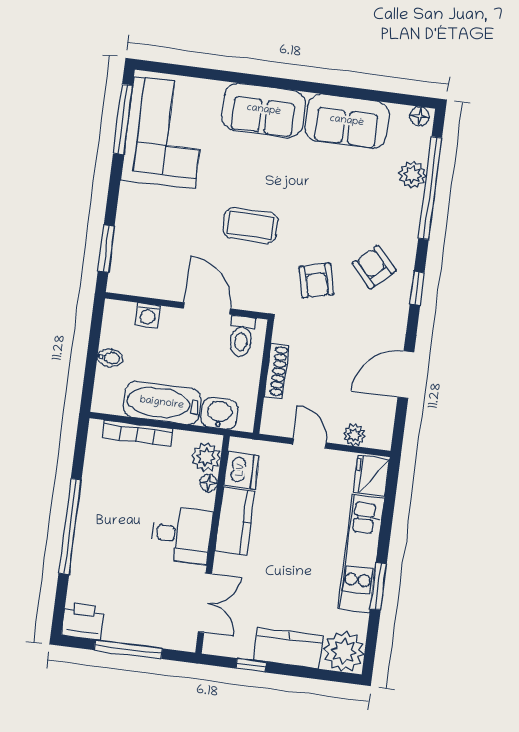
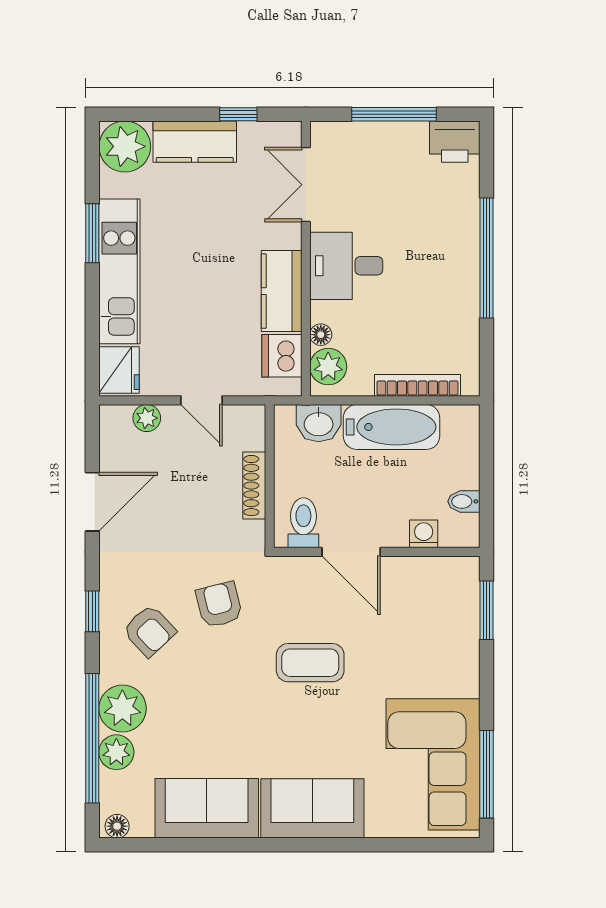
plant: (403, 208) -> (122, 708), added
bidet: (110, 358) -> (464, 501), moved

